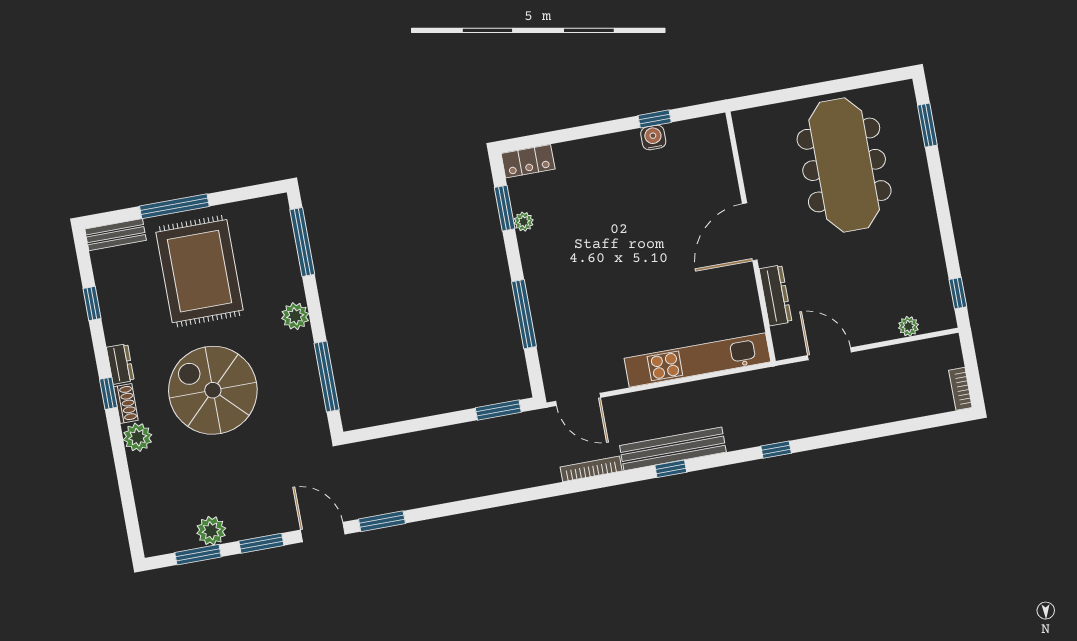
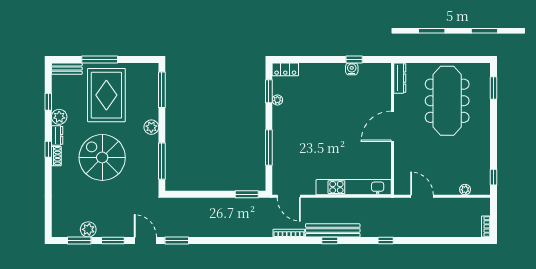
dresser: (776, 295) -> (400, 78), moved
plant: (138, 437) -> (59, 117), moved

